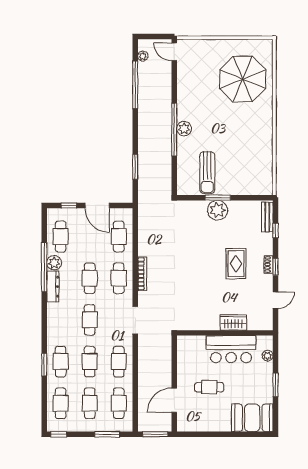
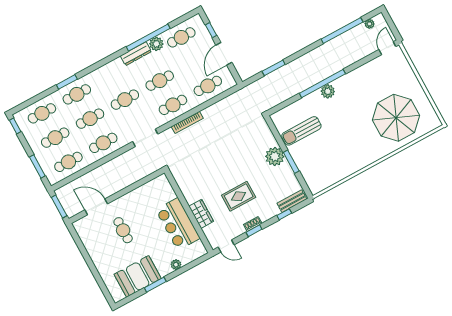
window: (218, 198) -> (291, 162), moved
wardrobe: (233, 323) -> (201, 214), moved
wall: (225, 333) -> (189, 211), moved
bar counter: (231, 349) -> (178, 224), moved
booth: (252, 418) -> (138, 276), moved, turned 90

